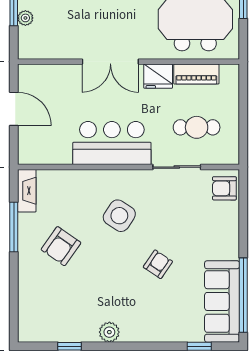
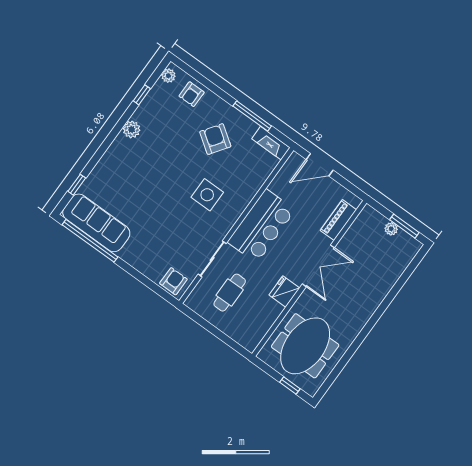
double door: (110, 62) -> (318, 266), swing flipped
piano: (196, 74) -> (338, 220), moved
door: (14, 109) -> (320, 165), moved
side table: (119, 216) -> (207, 195), turned -33
armchair: (158, 264) -> (192, 94), moved, turned 56
plant: (33, 334) -> (168, 76), added

